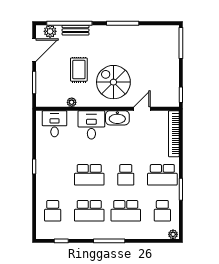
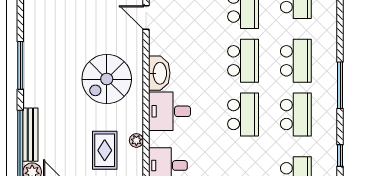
bench: (76, 30) -> (30, 135), width x1.36
rug: (79, 70) -> (105, 150), moved, turned 90
door: (142, 109) -> (146, 18), moved
school desk: (126, 175) -> (243, 61), width x1.85

